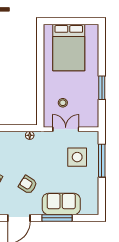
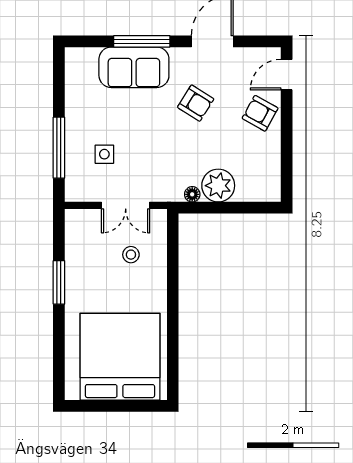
bed: (69, 48) -> (120, 357), width x1.36
plant: (16, 140) -> (218, 186), added
side table: (77, 157) -> (104, 154), width x0.54, depth x0.54

